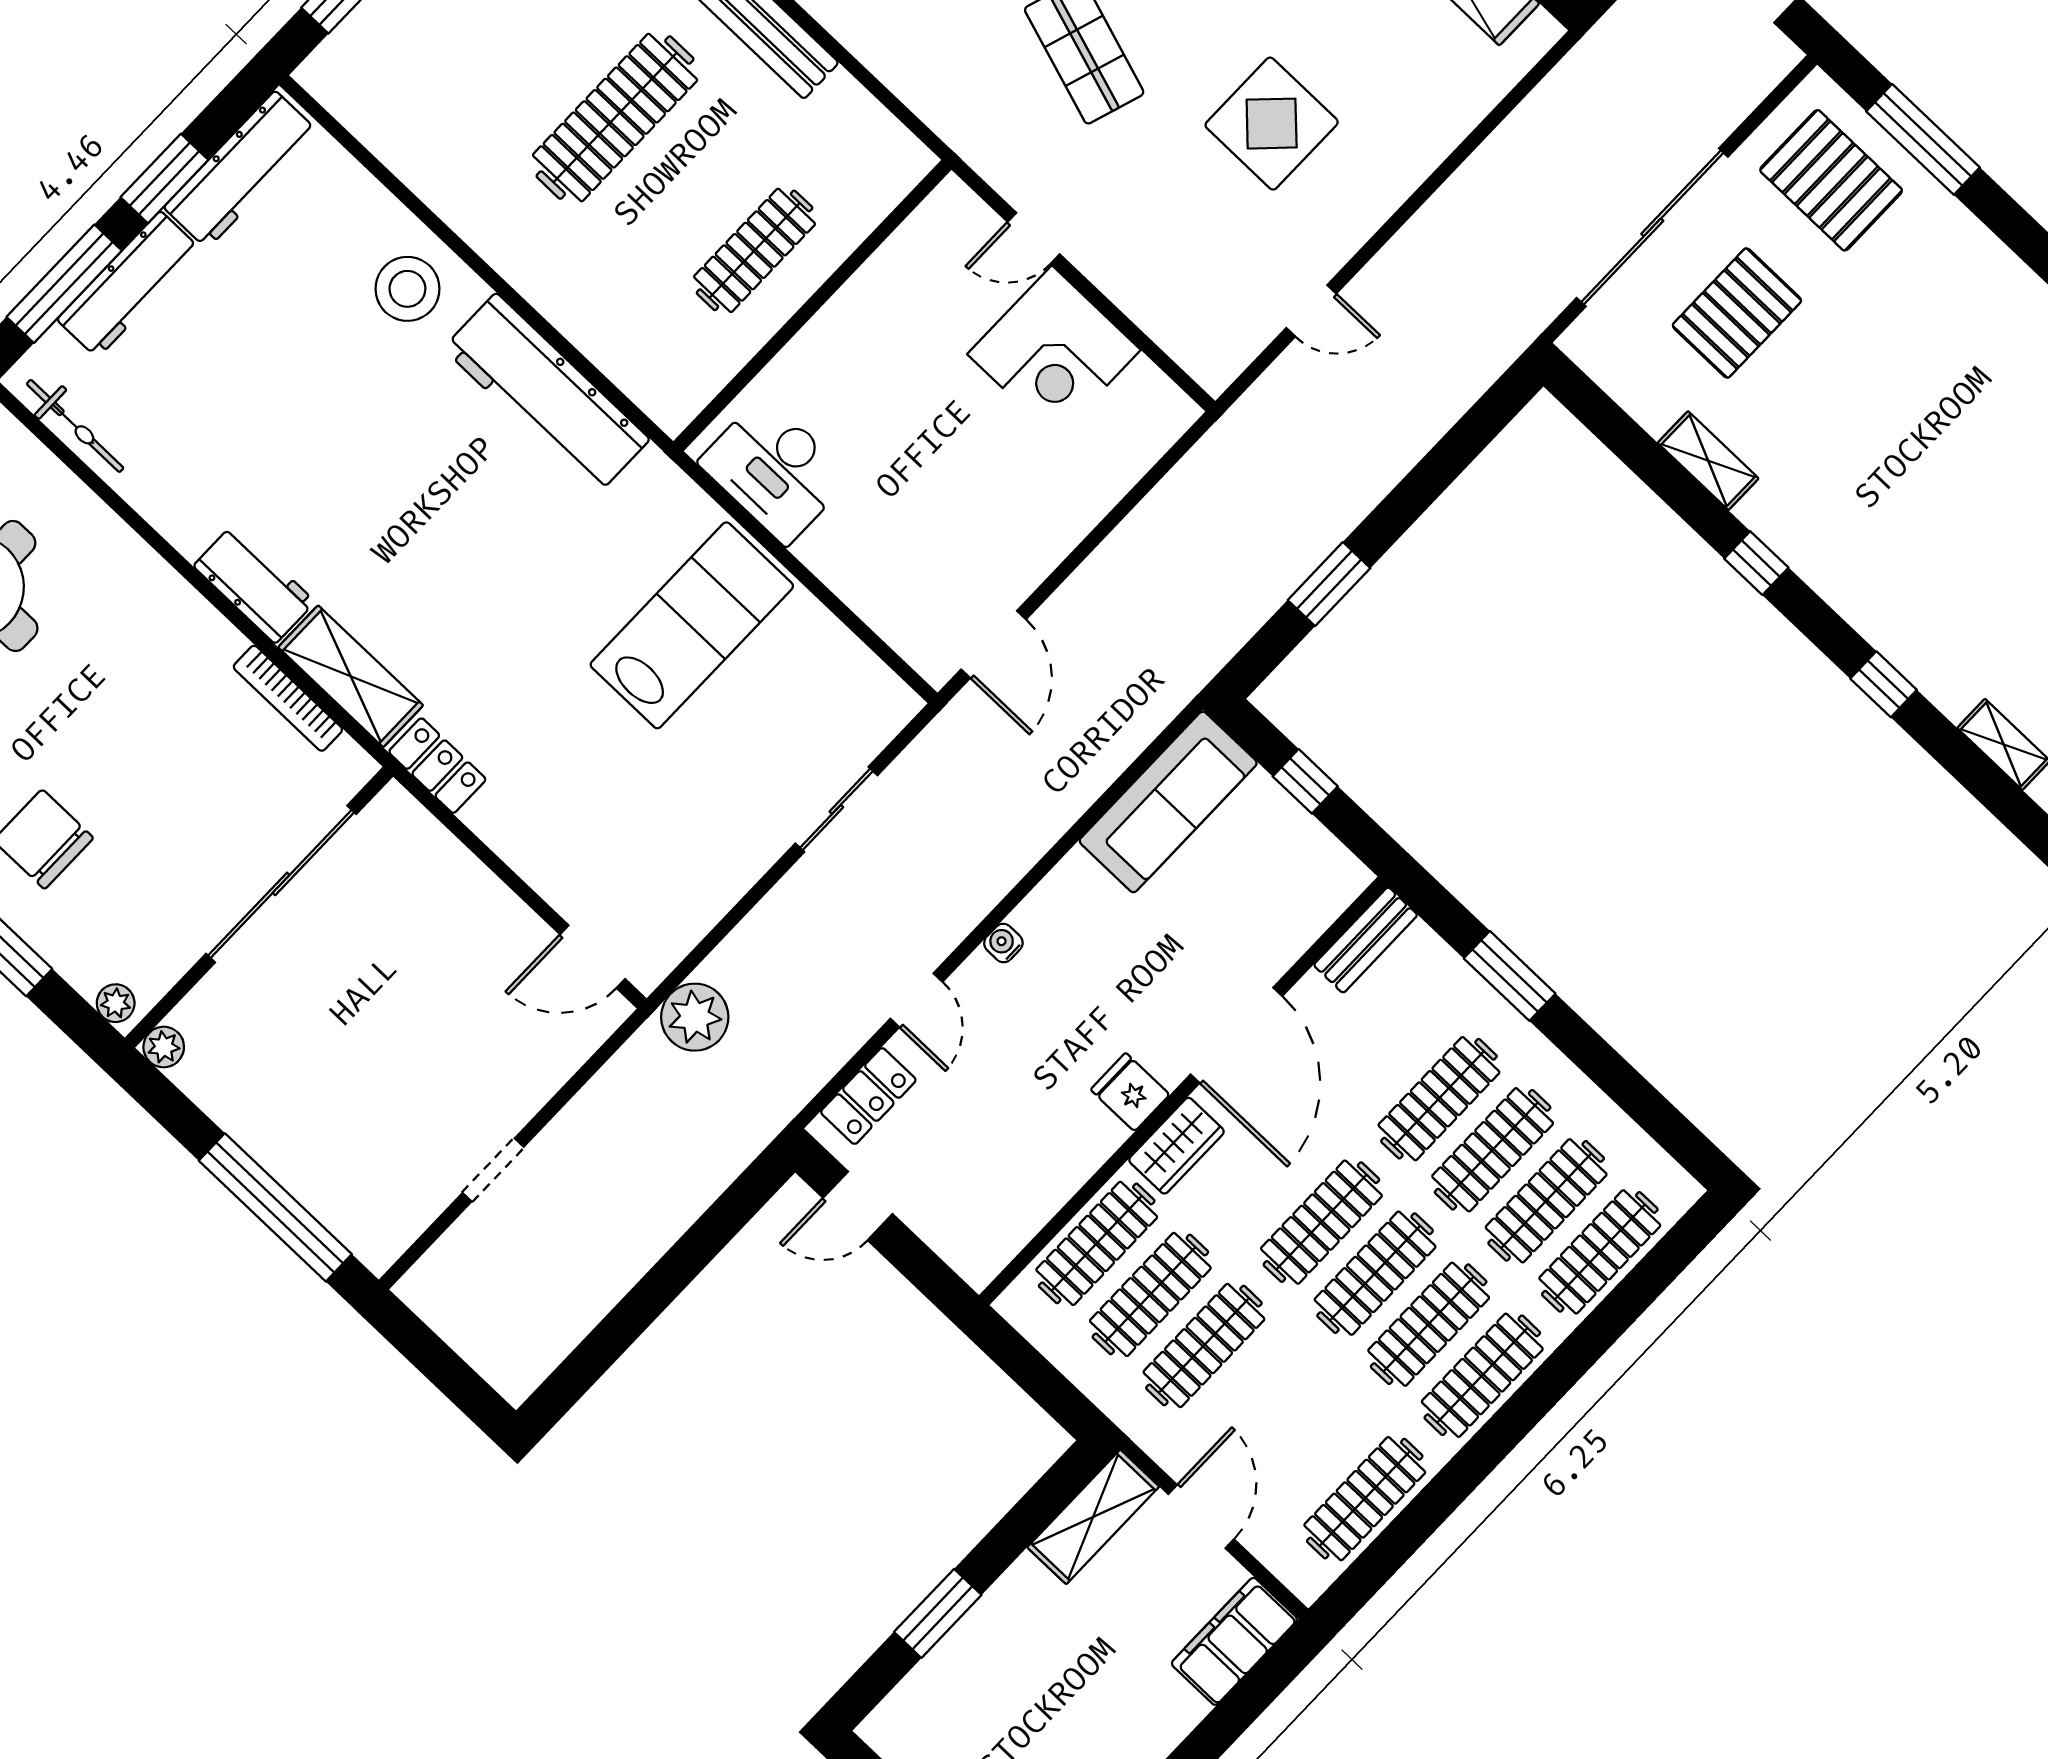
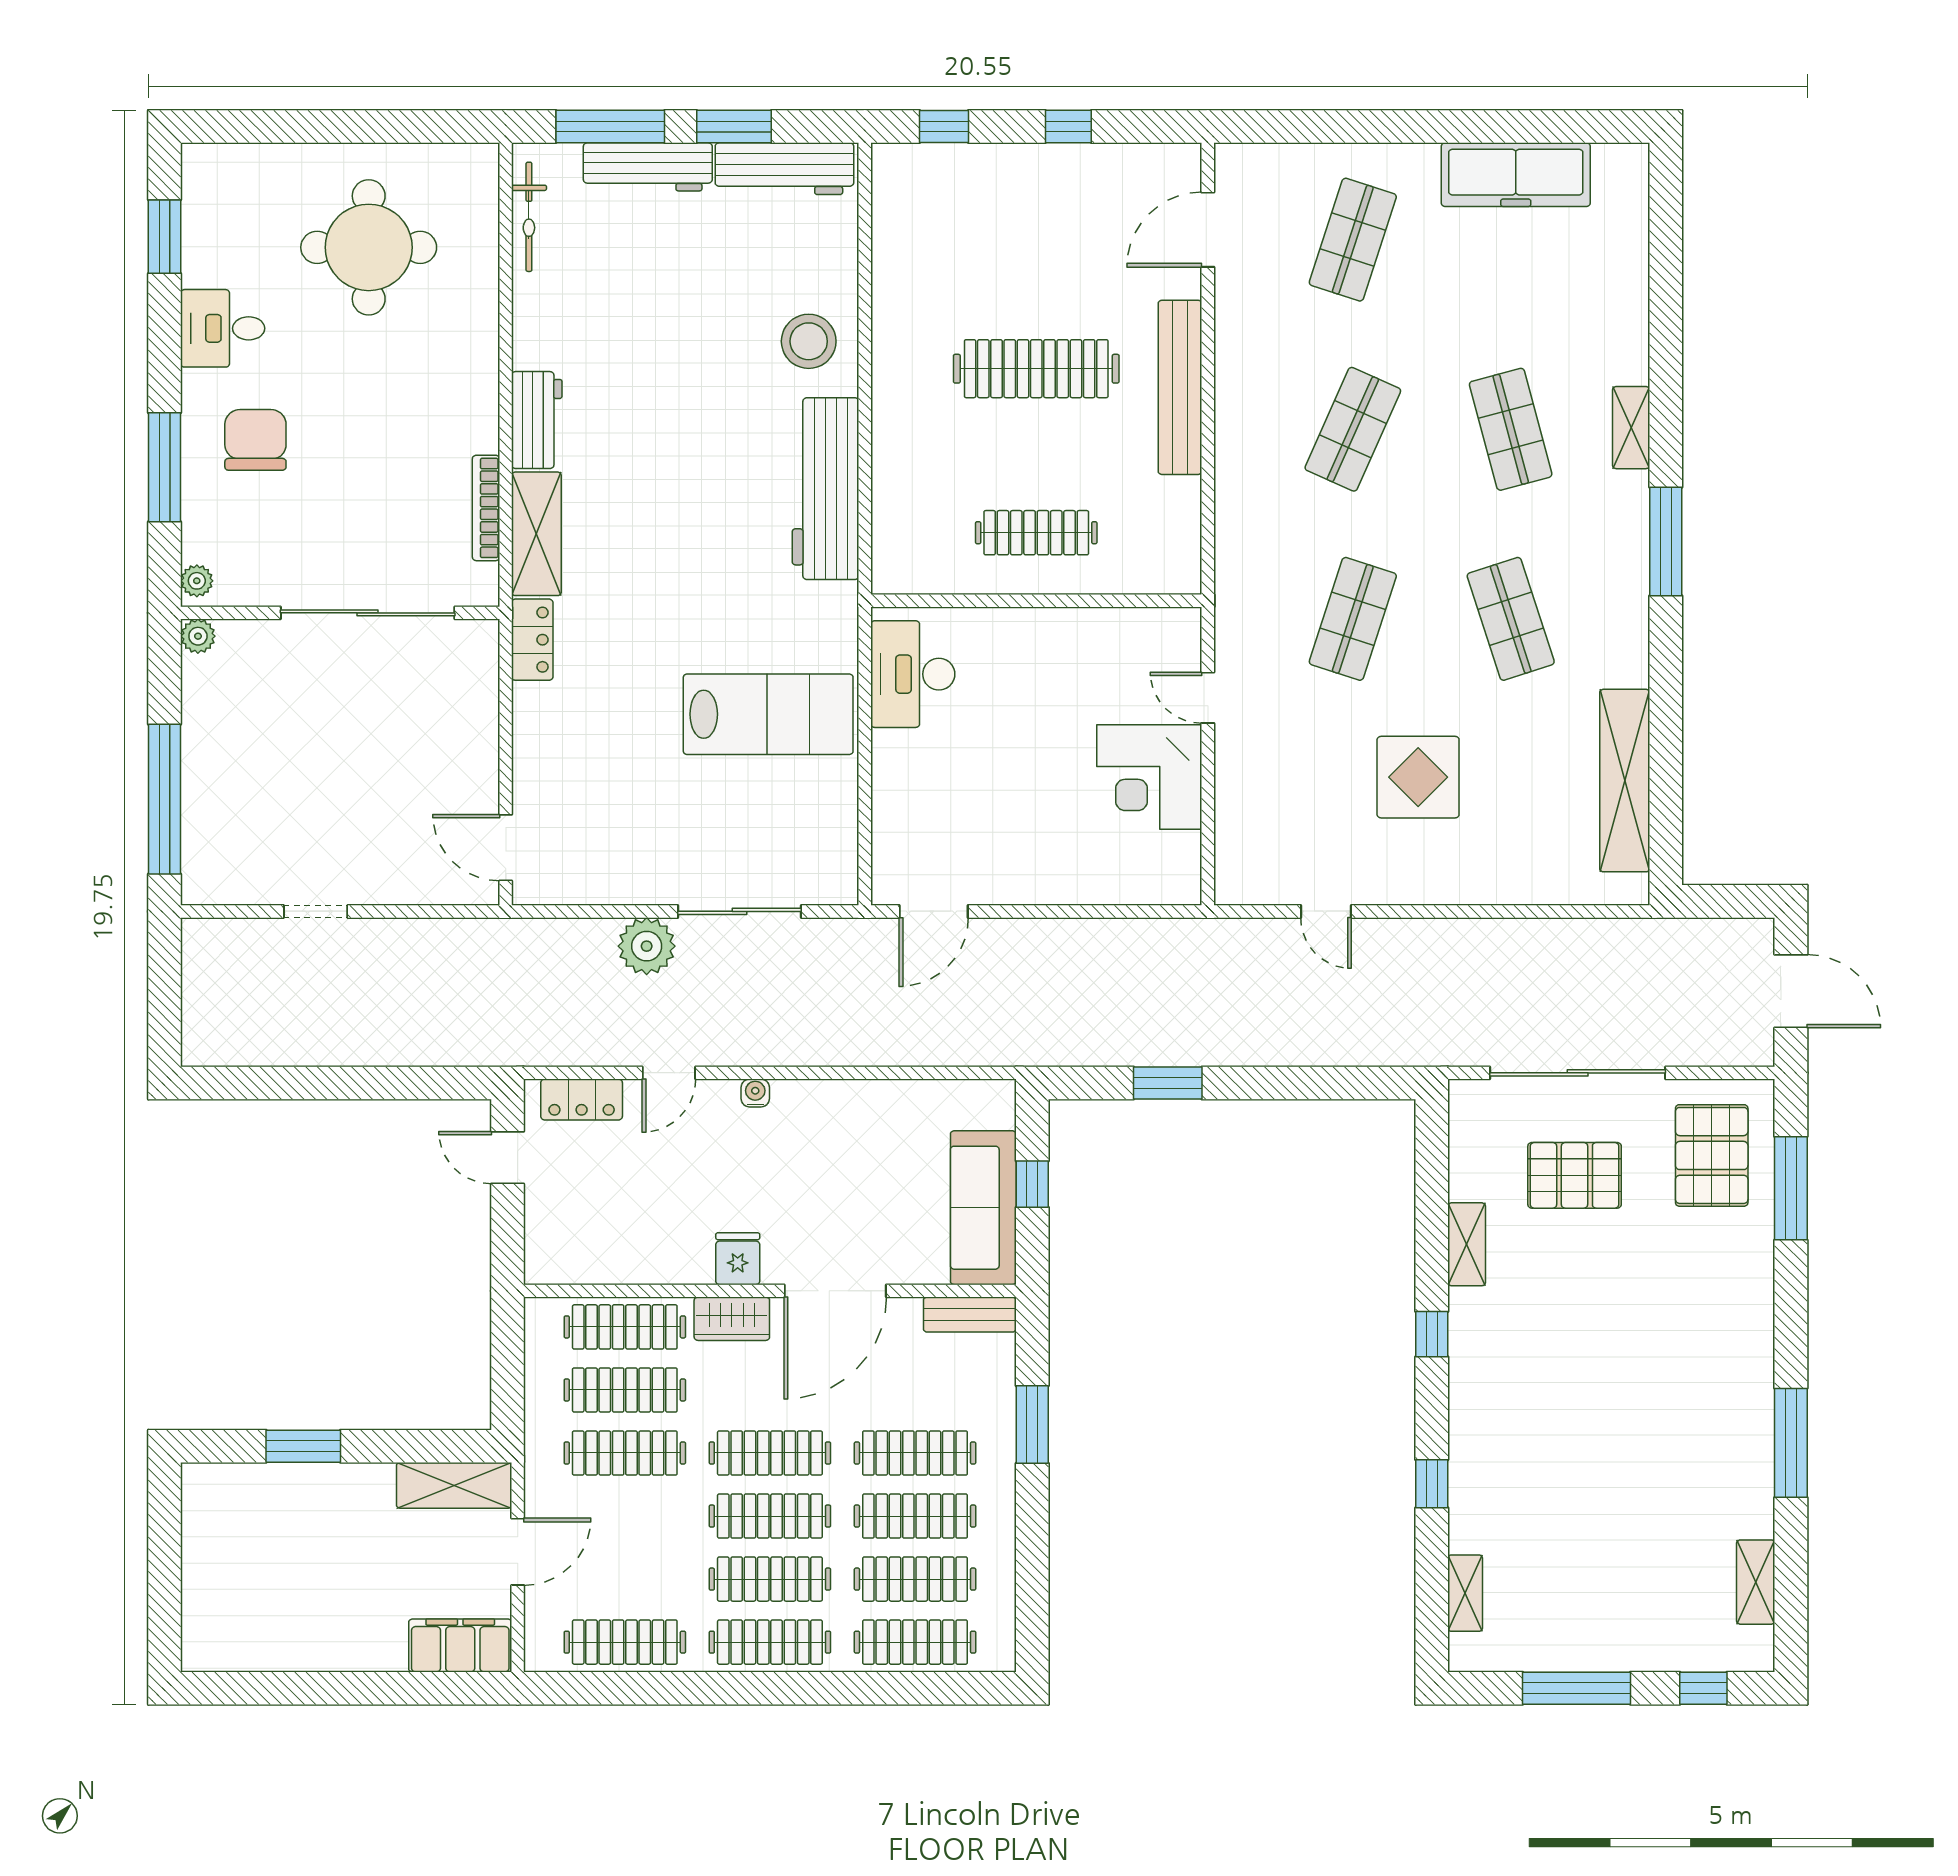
sofa: (1168, 802) -> (983, 1208), moved, turned 90
sliding door: (836, 809) -> (740, 911), width x1.37
plant: (695, 1017) -> (647, 946), moved

